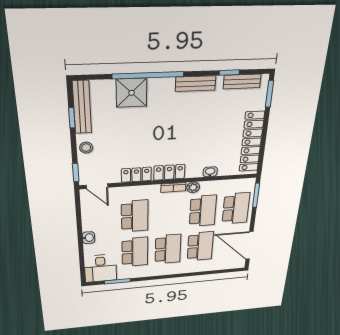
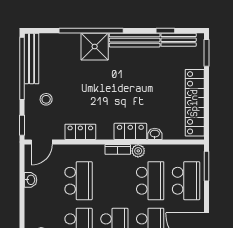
bench: (196, 84) -> (135, 40), width x1.36
shower: (132, 93) -> (95, 47), moved
window: (72, 118) -> (22, 68), width x3.17
stool: (86, 148) -> (46, 99), moved
locker: (169, 172) -> (130, 131), moved
door: (97, 186) -> (42, 142), hinge flipped
washbasin: (89, 238) -> (31, 180), moved

